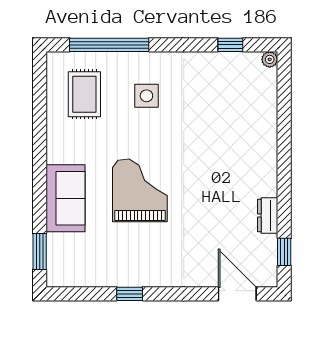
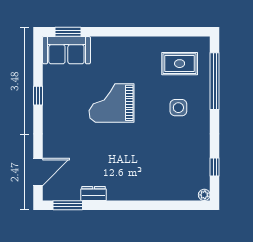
grand piano: (140, 190) -> (111, 103), turned 180
sofa: (65, 198) -> (66, 50), moved
window: (284, 252) -> (68, 205), width x1.50

